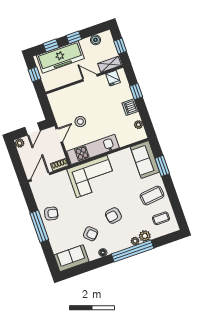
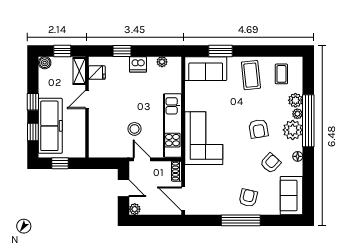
boiler: (96, 40) -> (45, 63), moved
armchair: (51, 214) -> (248, 198), moved
plant: (121, 242) -> (293, 130), added

